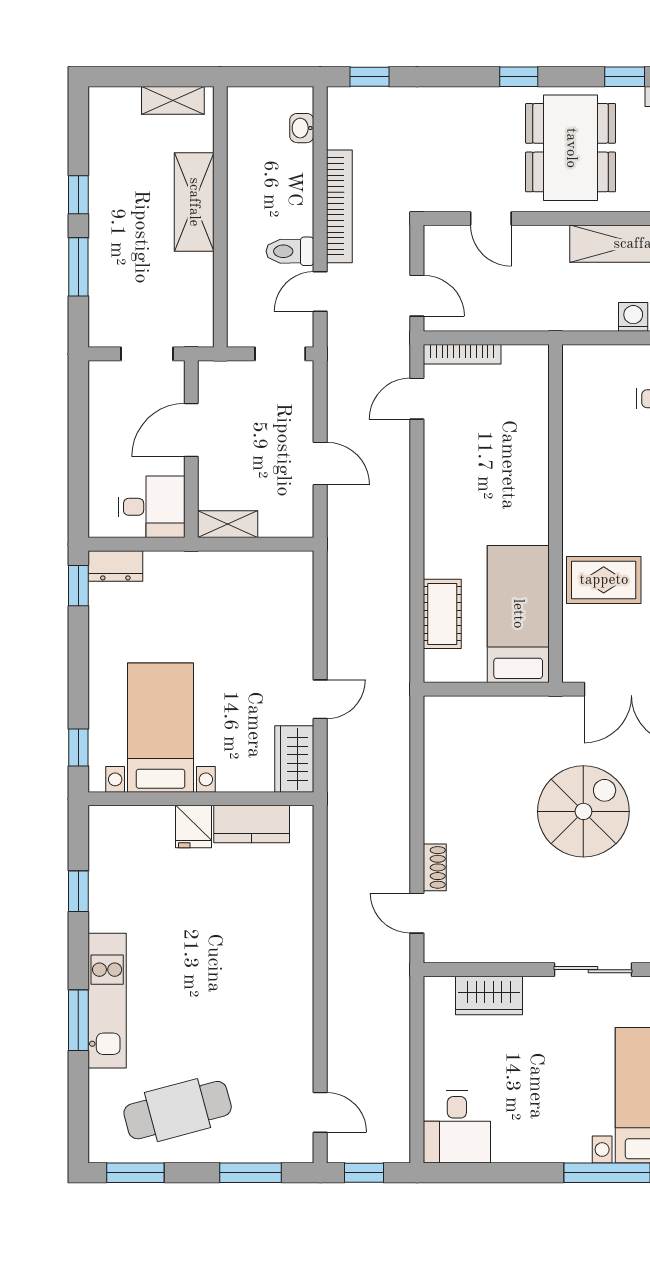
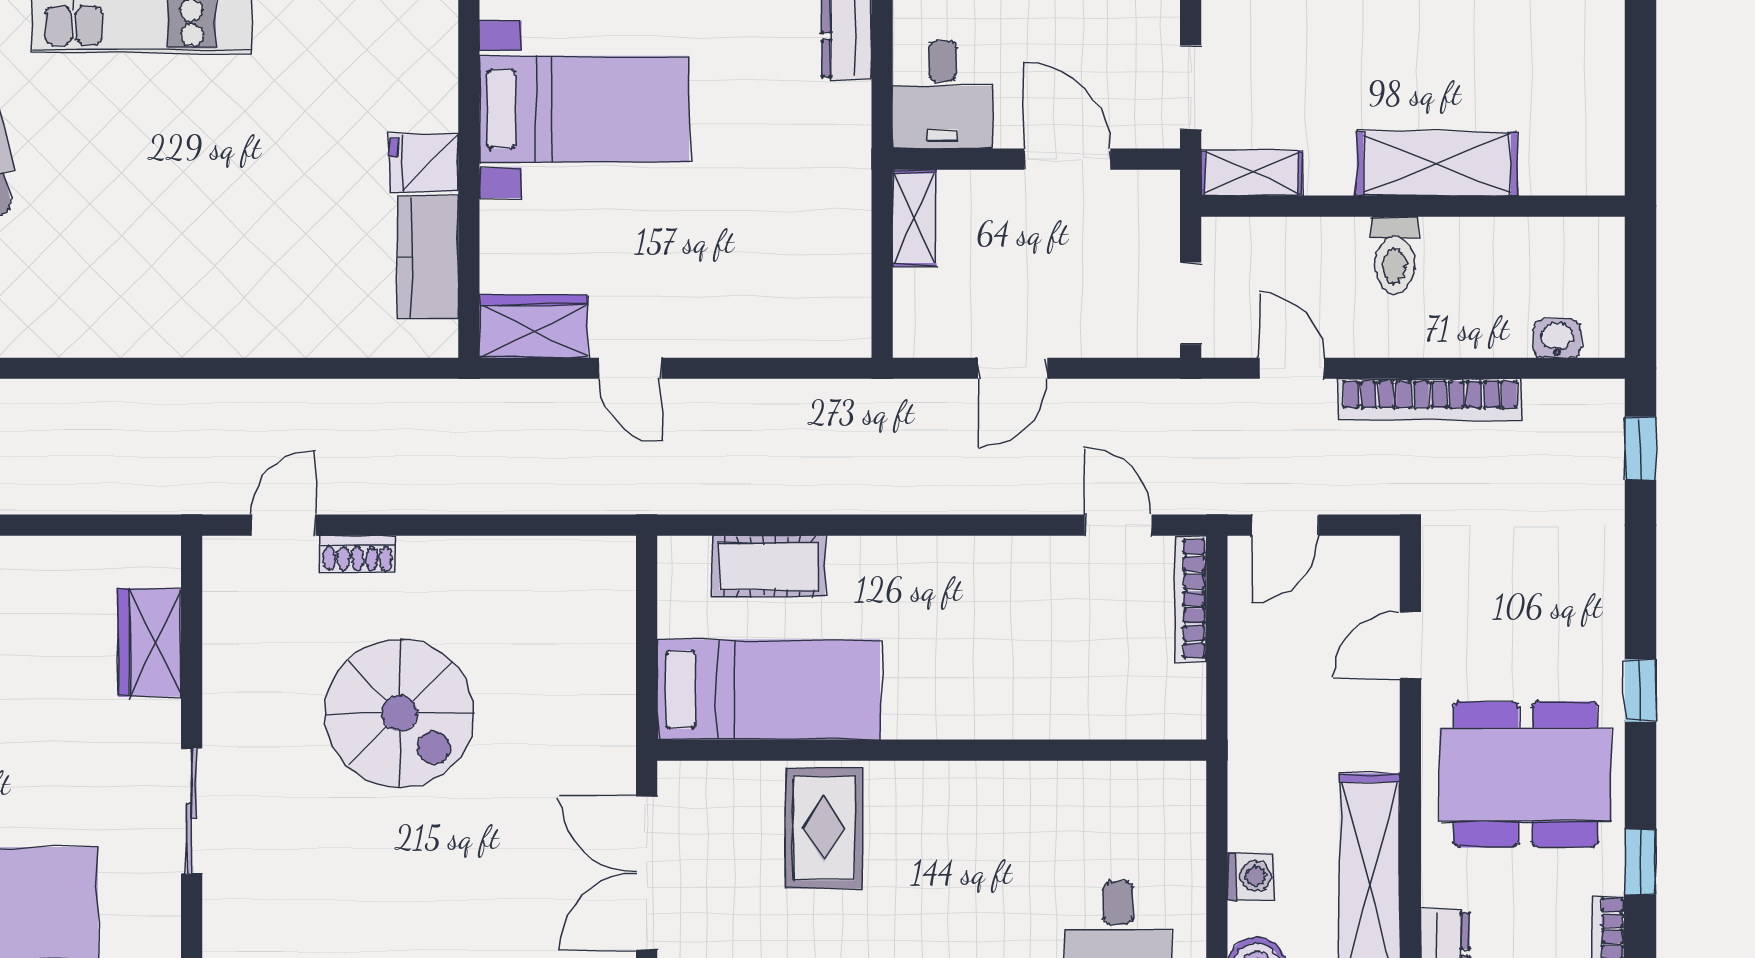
shelving: (173, 100) -> (1252, 173), moved, turned 90
toilet: (290, 251) -> (1395, 255), moved, turned 180
spiral stairs: (583, 811) -> (400, 713), moved

